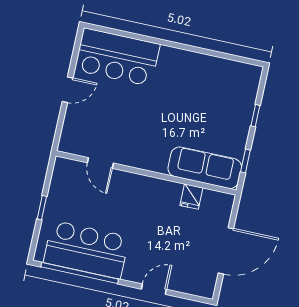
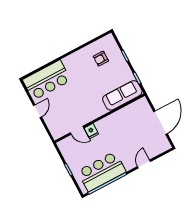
armchair: (218, 91) -> (101, 59), added
fridge: (191, 197) -> (91, 131), moved

